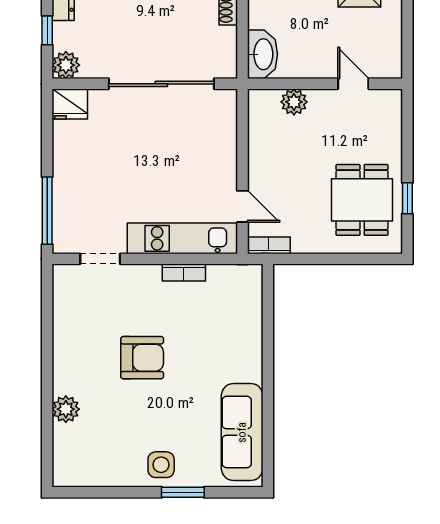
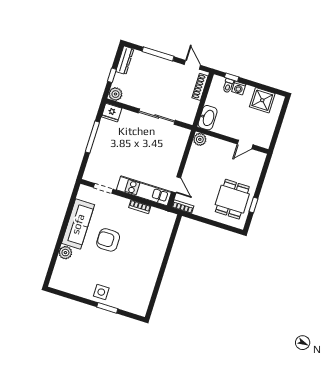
sliding door: (161, 84) -> (157, 117), width x0.73
door: (353, 84) -> (245, 144), swing flipped
plant: (294, 102) -> (200, 139), moved
window: (47, 211) -> (92, 137), moved
armchair: (142, 358) -> (108, 240), turned 180
sofa: (242, 432) -> (78, 224), moved, turned 180

